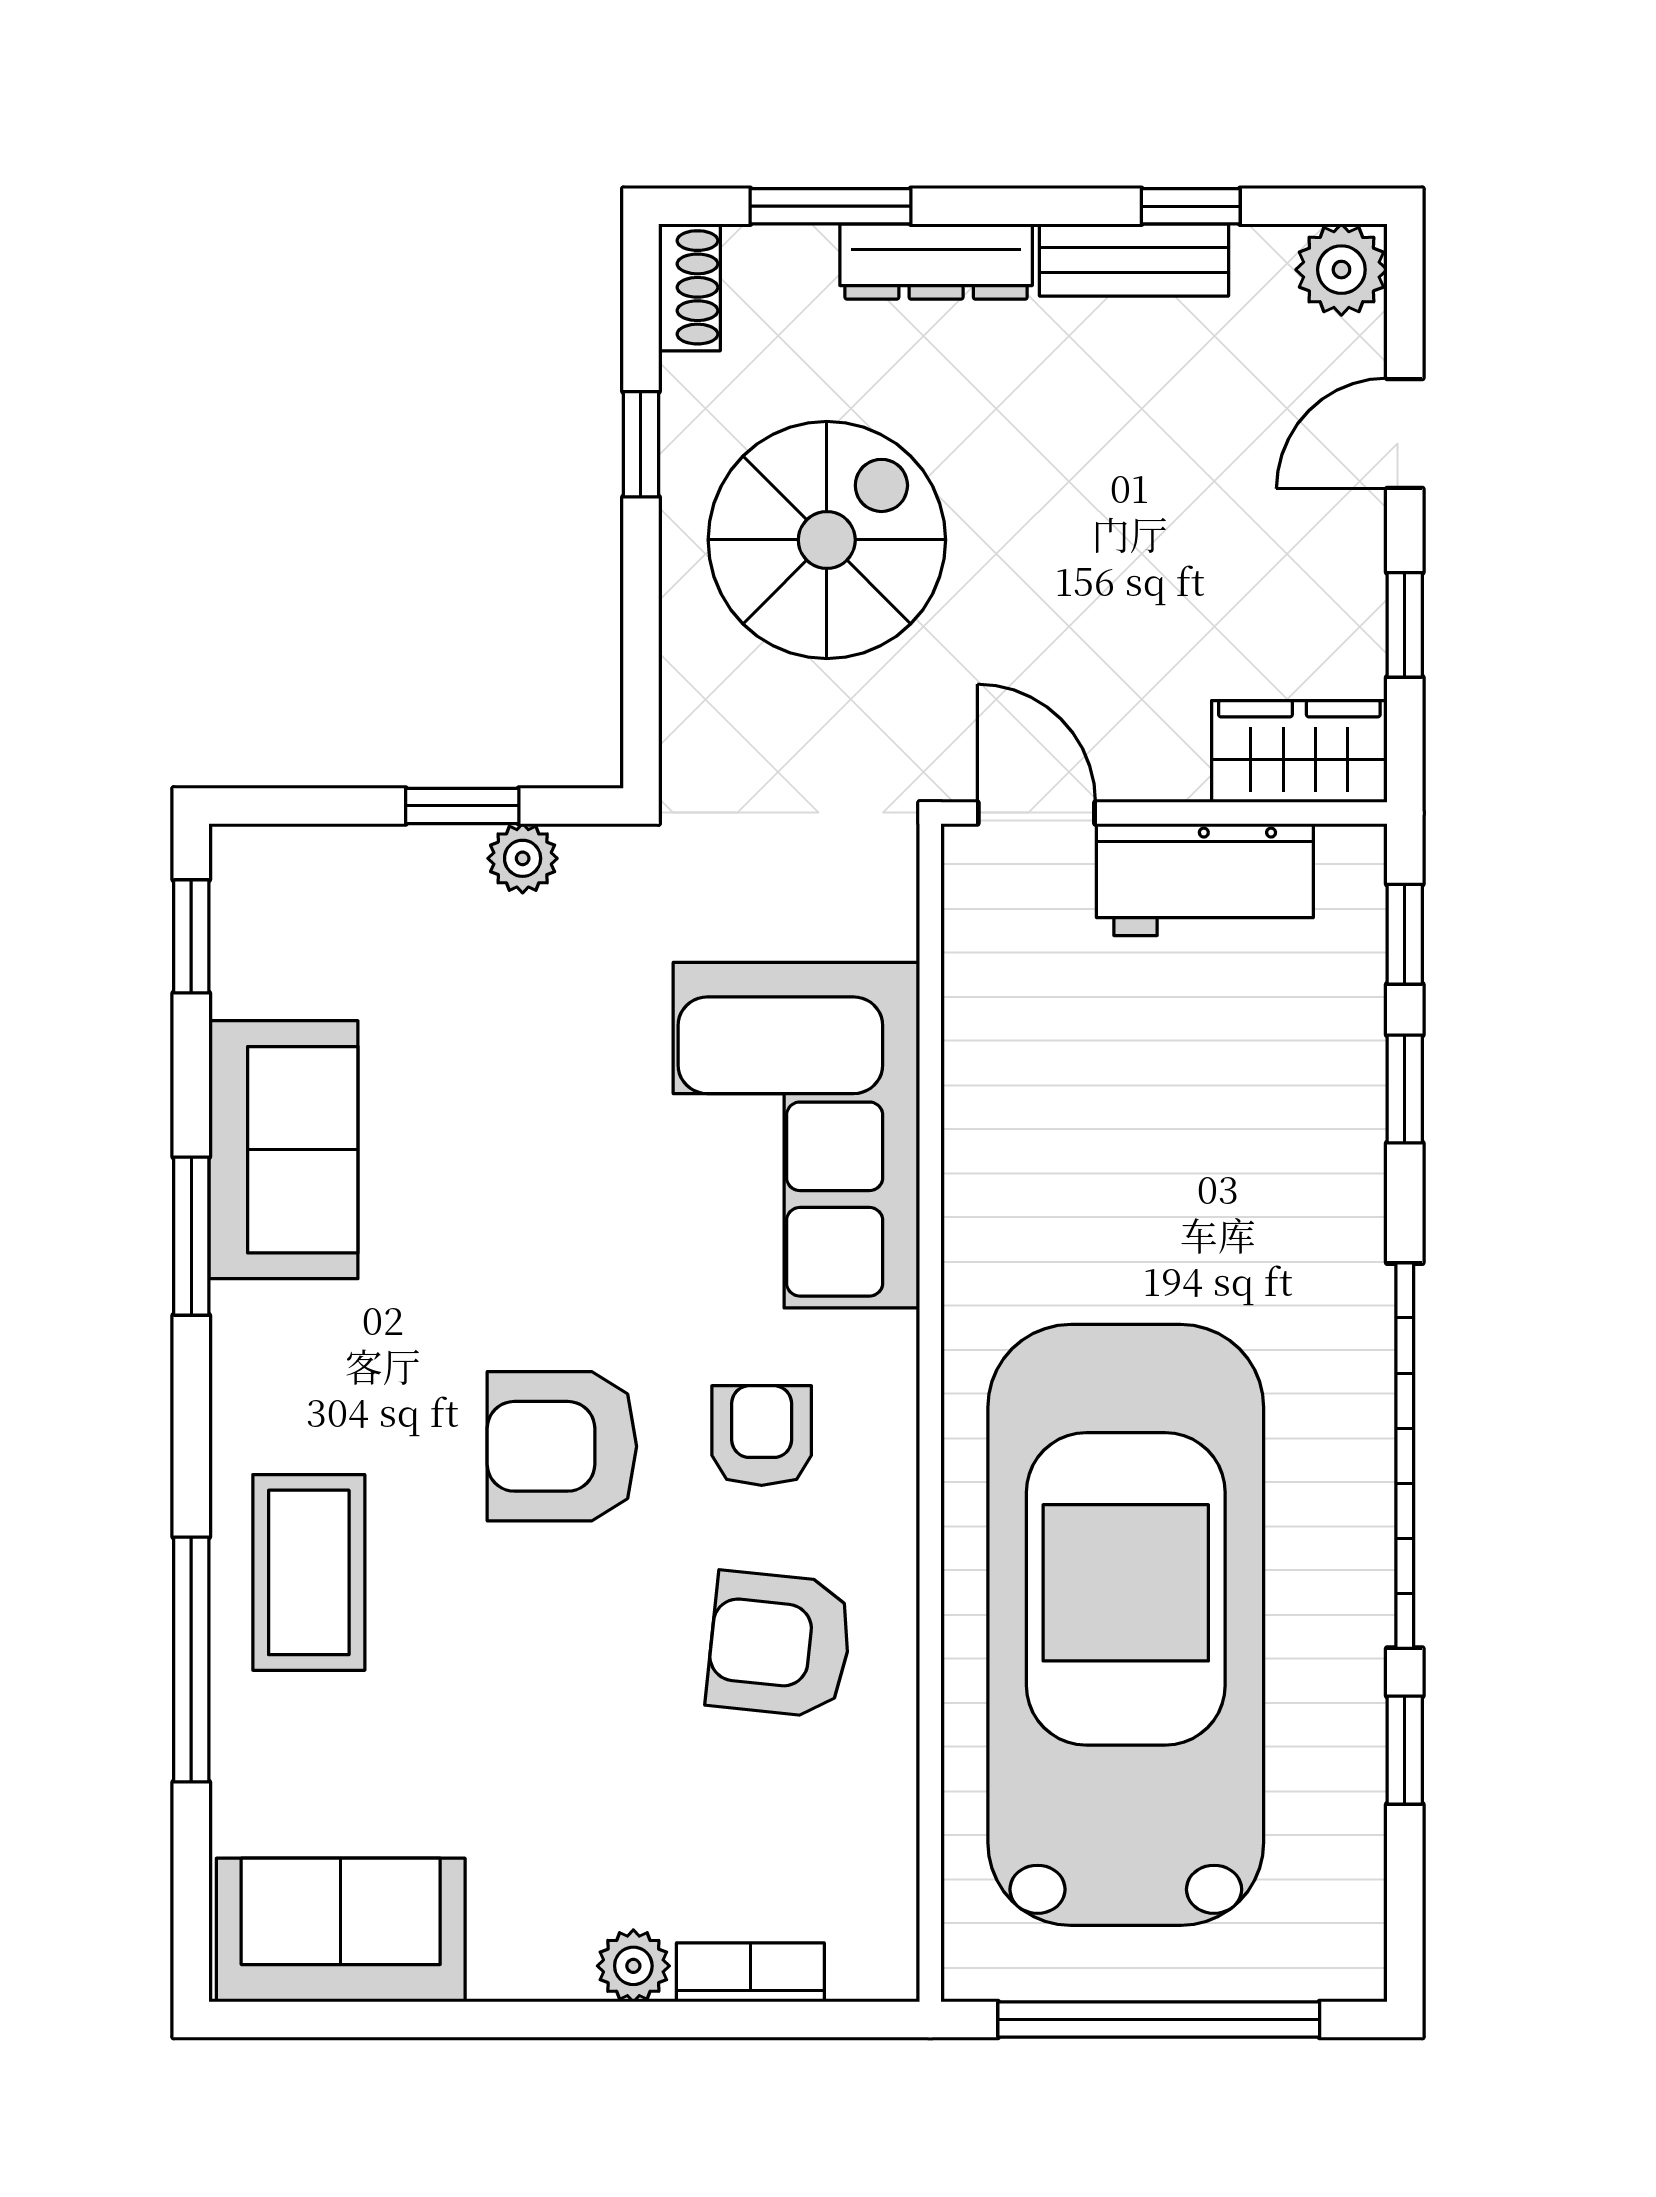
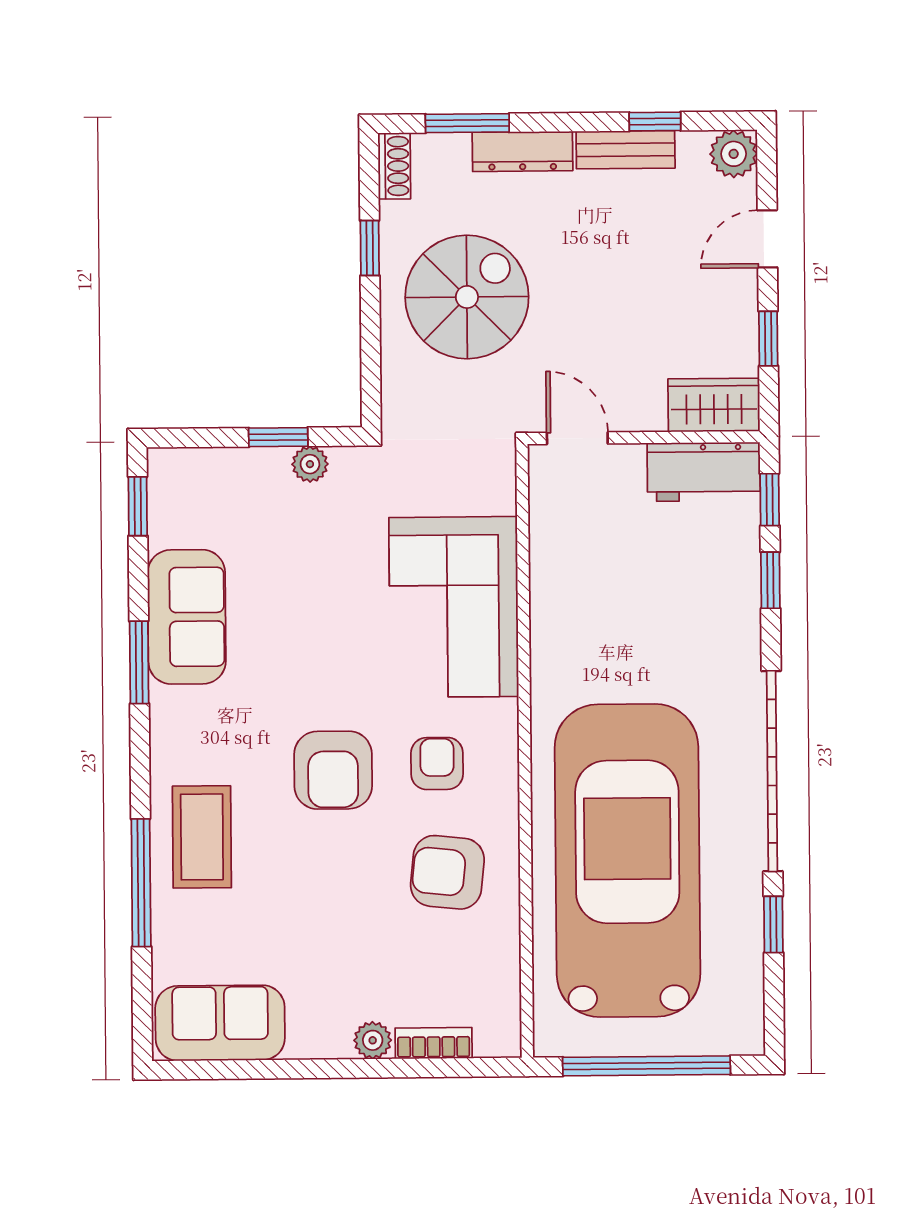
workbench: (1205, 880) -> (704, 472), moved
armchair: (562, 1446) -> (333, 770), turned -90

